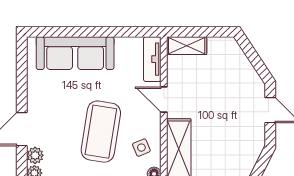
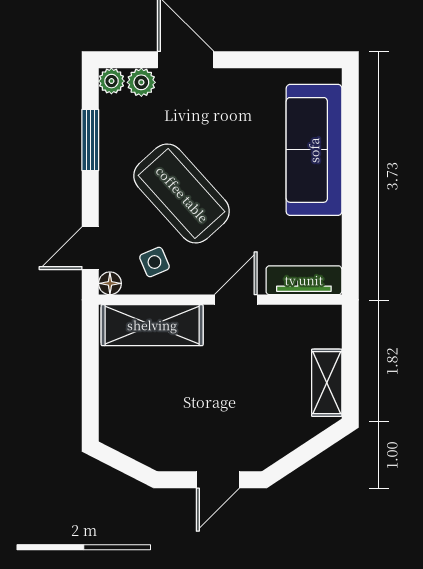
shelving: (187, 46) -> (327, 383), moved
coffee table: (101, 132) -> (182, 194), turned 39

